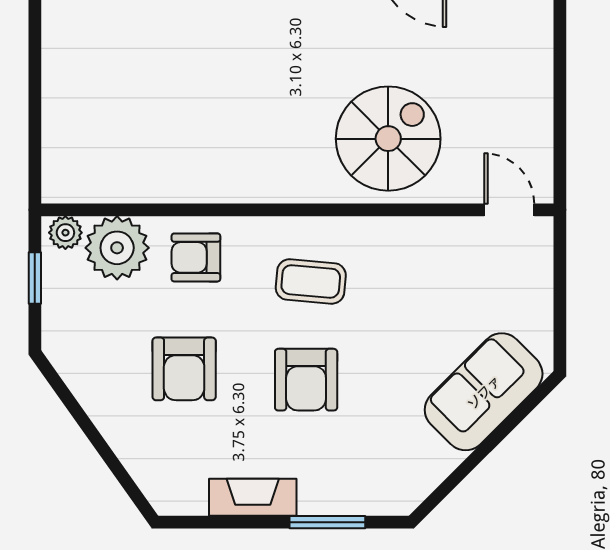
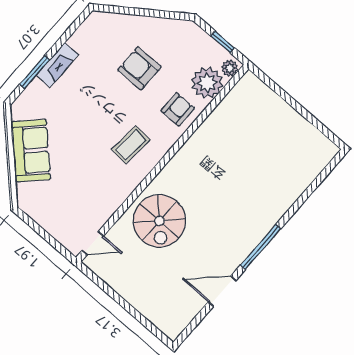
armchair: (306, 380) -> (95, 111), removed
sofa: (484, 392) -> (31, 151), moved
fireplace: (253, 497) -> (57, 65), moved

